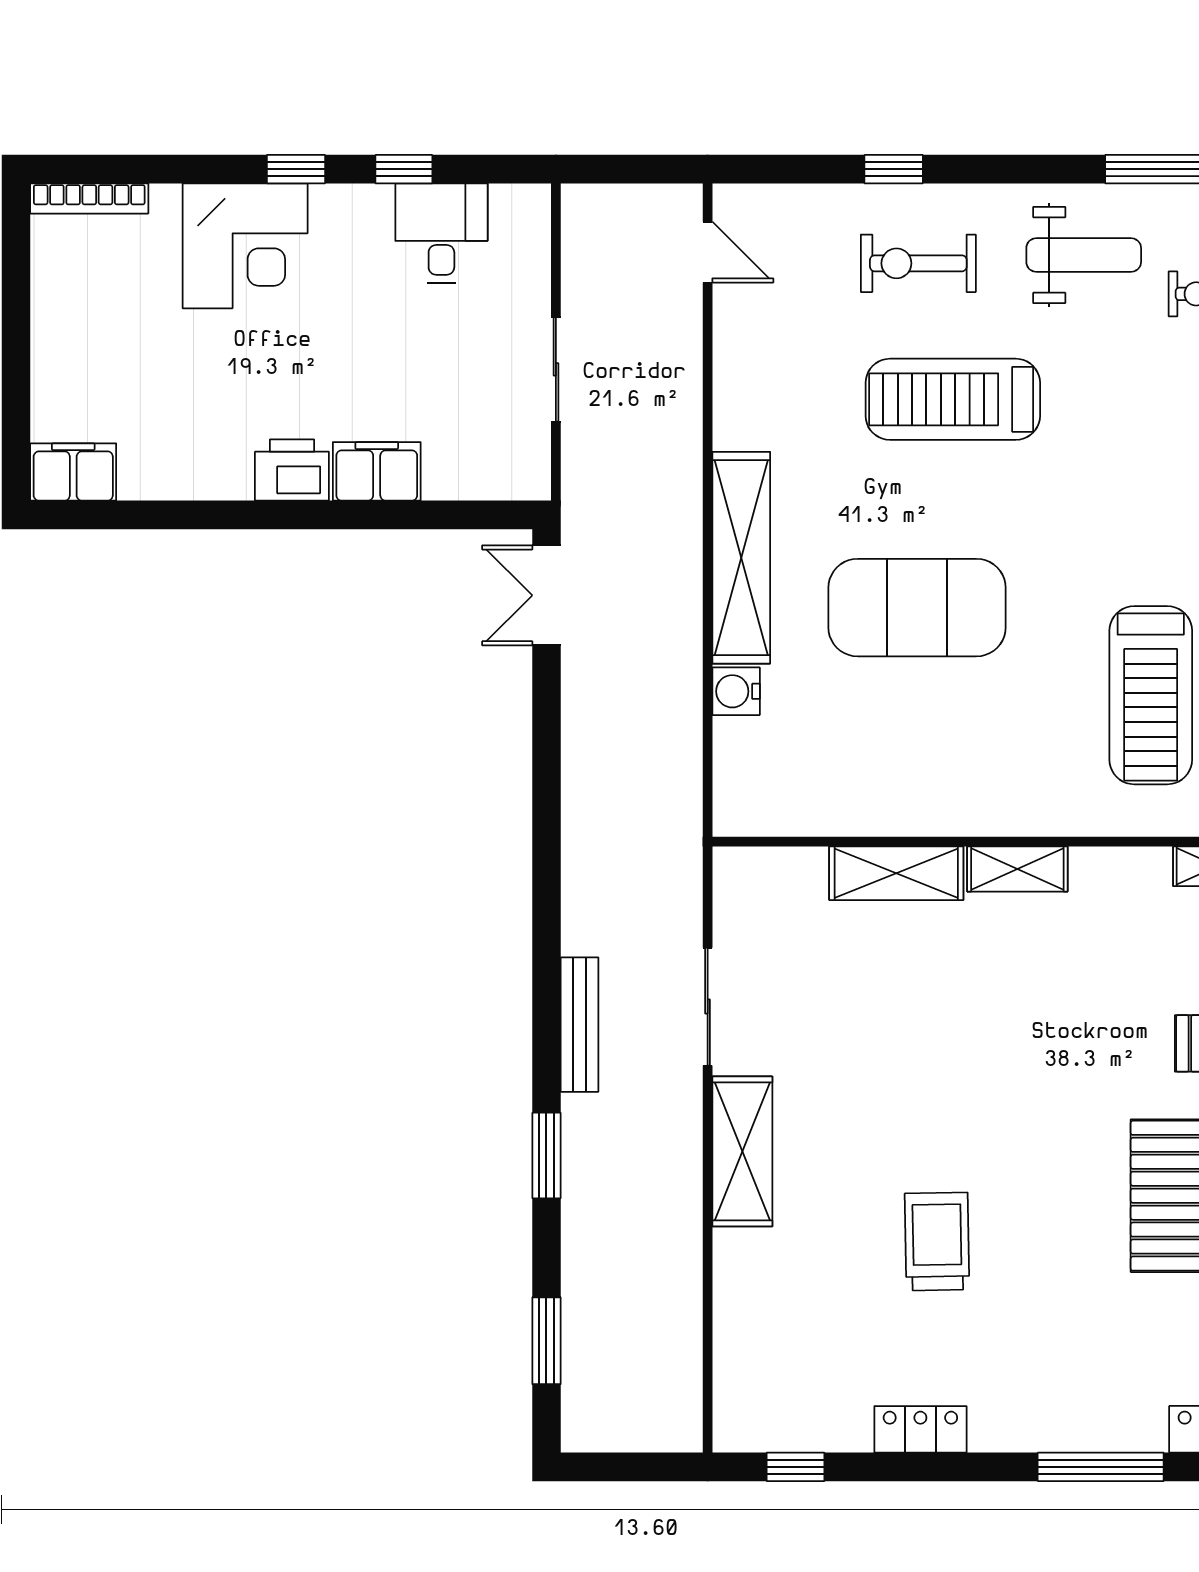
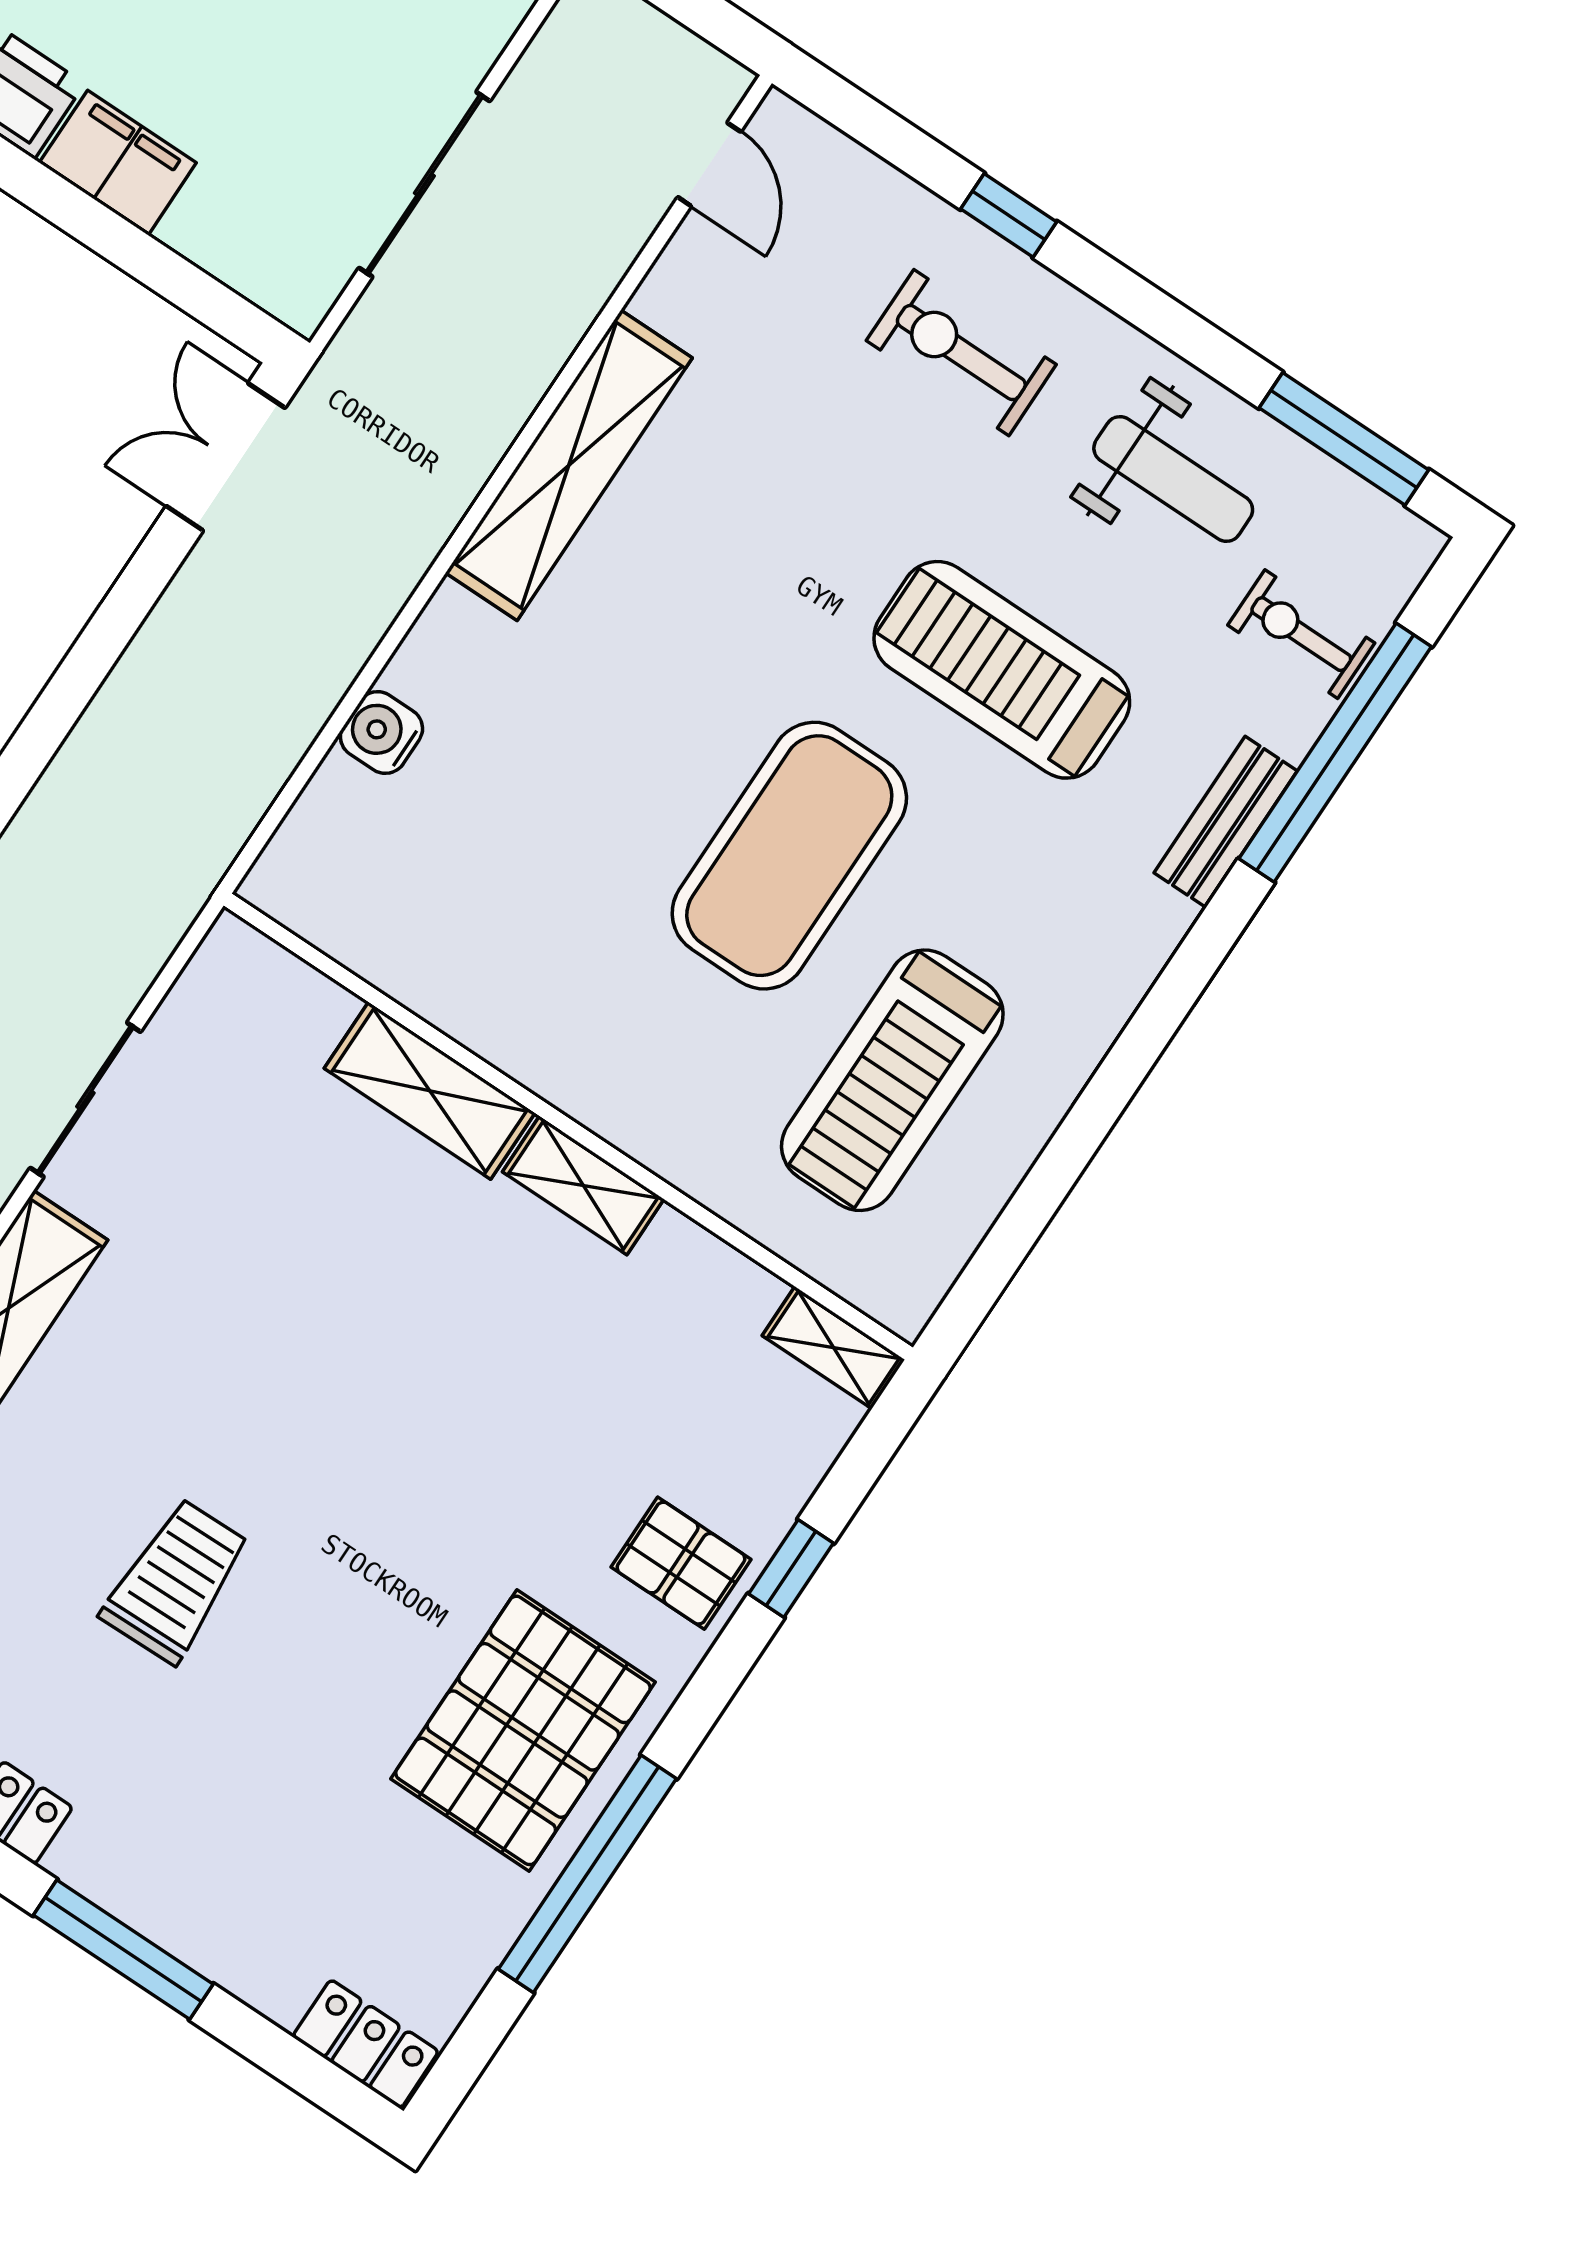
sliding door: (556, 369) -> (424, 184), width x1.37
treadmill: (953, 399) -> (1002, 670), moved
shelving: (741, 558) -> (569, 465), moved
exercise mat: (917, 608) -> (789, 856), moved, turned 90
window: (1101, 1467) -> (123, 1950), moved

